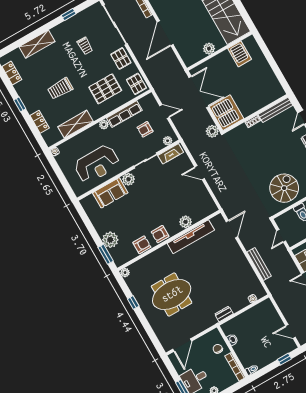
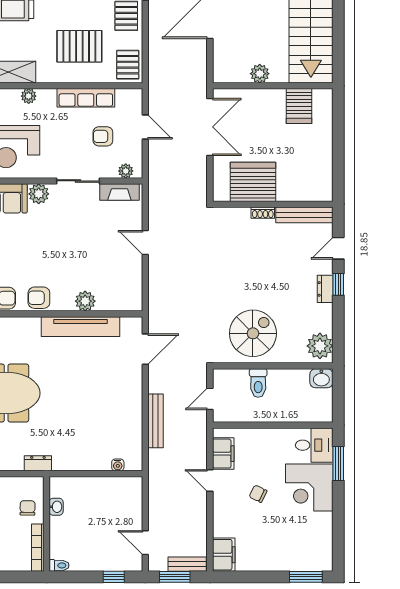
server rack: (226, 113) -> (253, 182), moved, turned -90
plant: (104, 125) -> (29, 96), moved
plant: (212, 131) -> (197, 194), removed
dresser: (224, 314) -> (38, 463), moved

